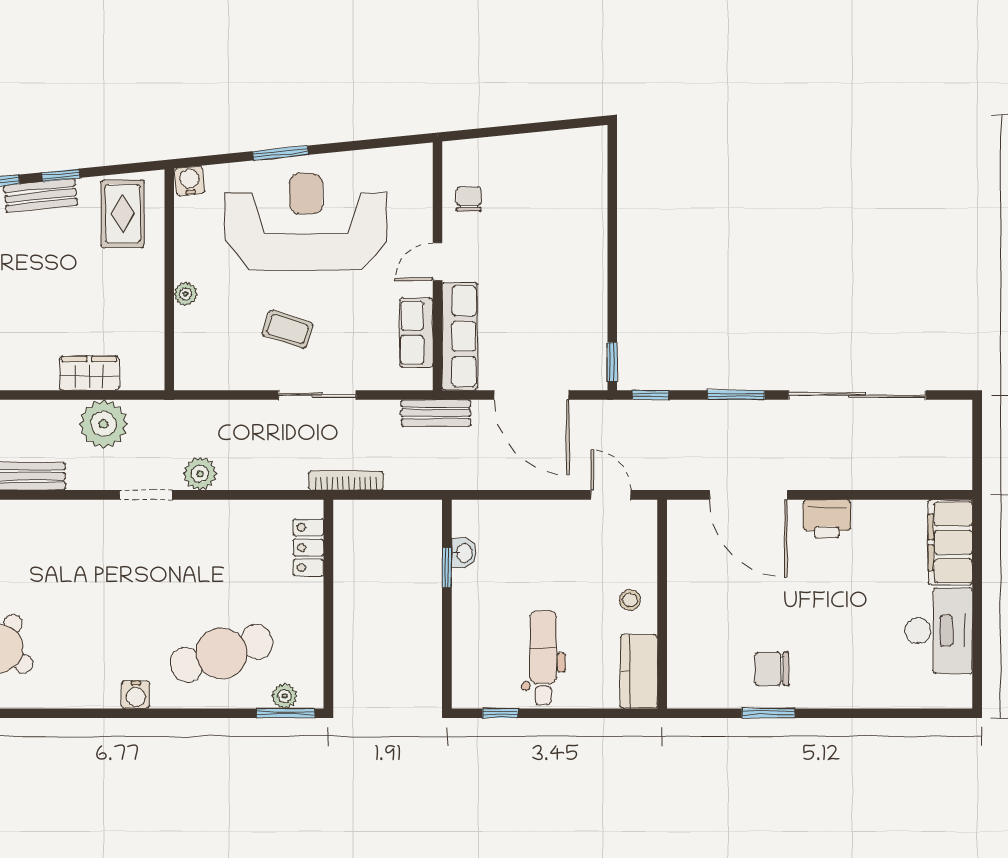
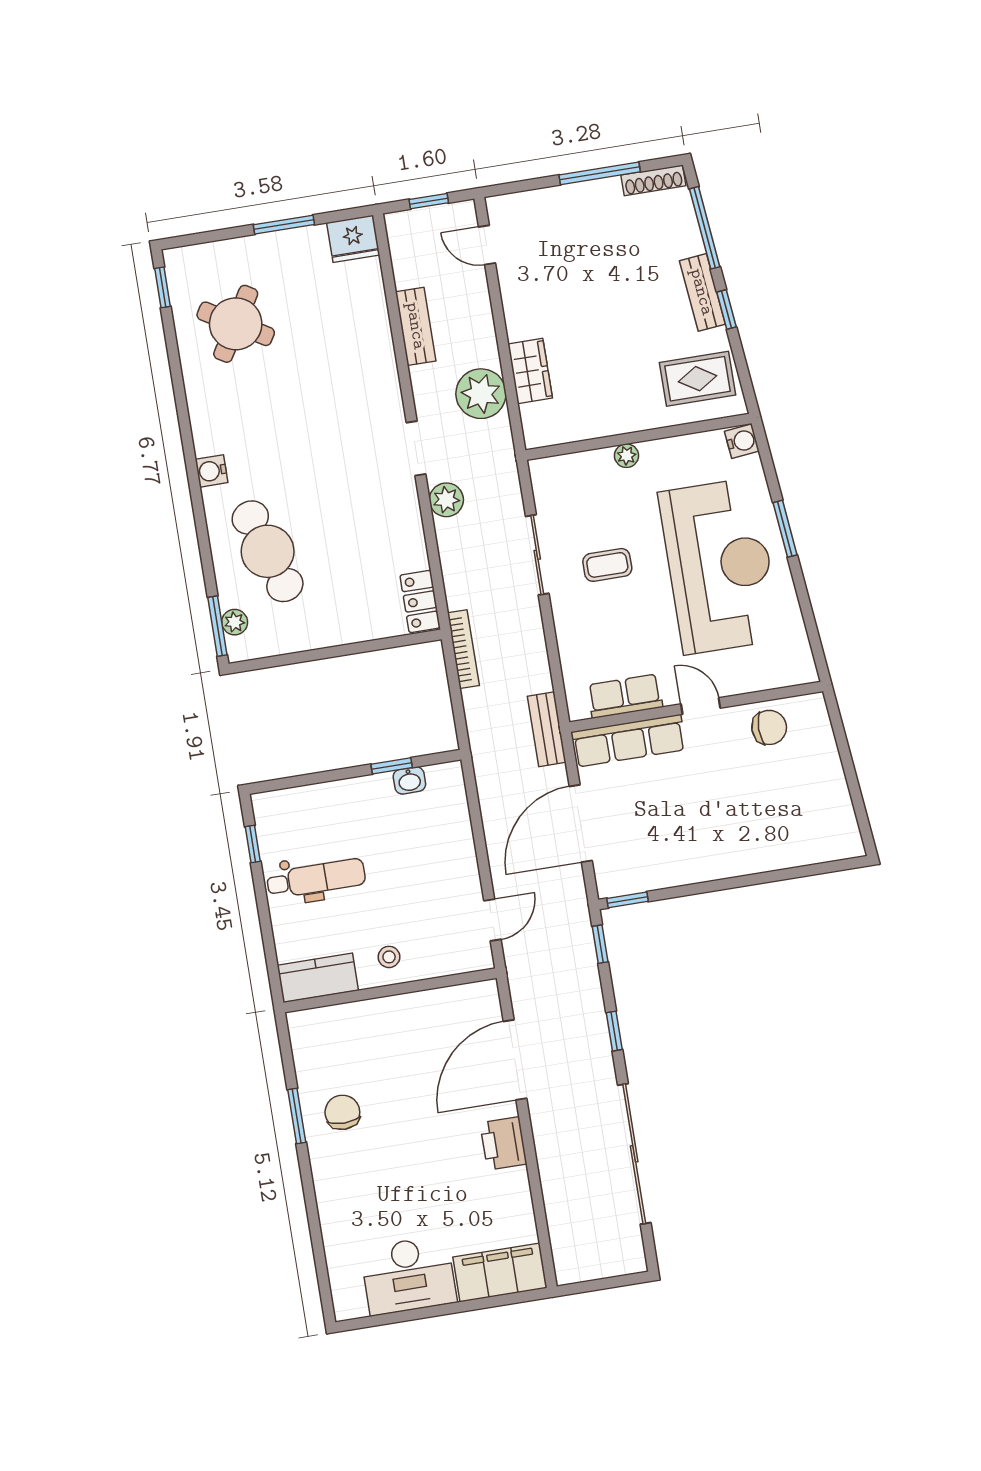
chair: (469, 199) -> (769, 727), width x1.37, depth x1.37
coffee table: (288, 329) -> (607, 565), turned 72
sliding door: (317, 395) -> (537, 555), moved
window: (736, 395) -> (614, 1031), width x0.67
locker: (308, 548) -> (420, 601), moved, turned -90

